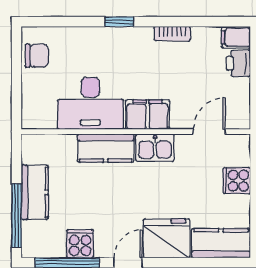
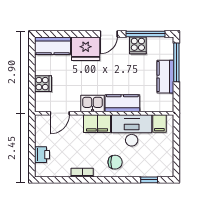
window: (119, 22) -> (149, 180), moved
filing cabinet: (236, 37) -> (159, 124), moved, turned 90
chair: (37, 56) -> (115, 162), moved, turned 180

